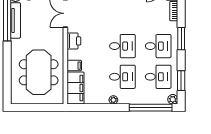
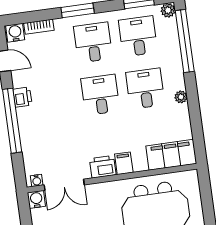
filing cabinet: (74, 66) -> (124, 163), moved

